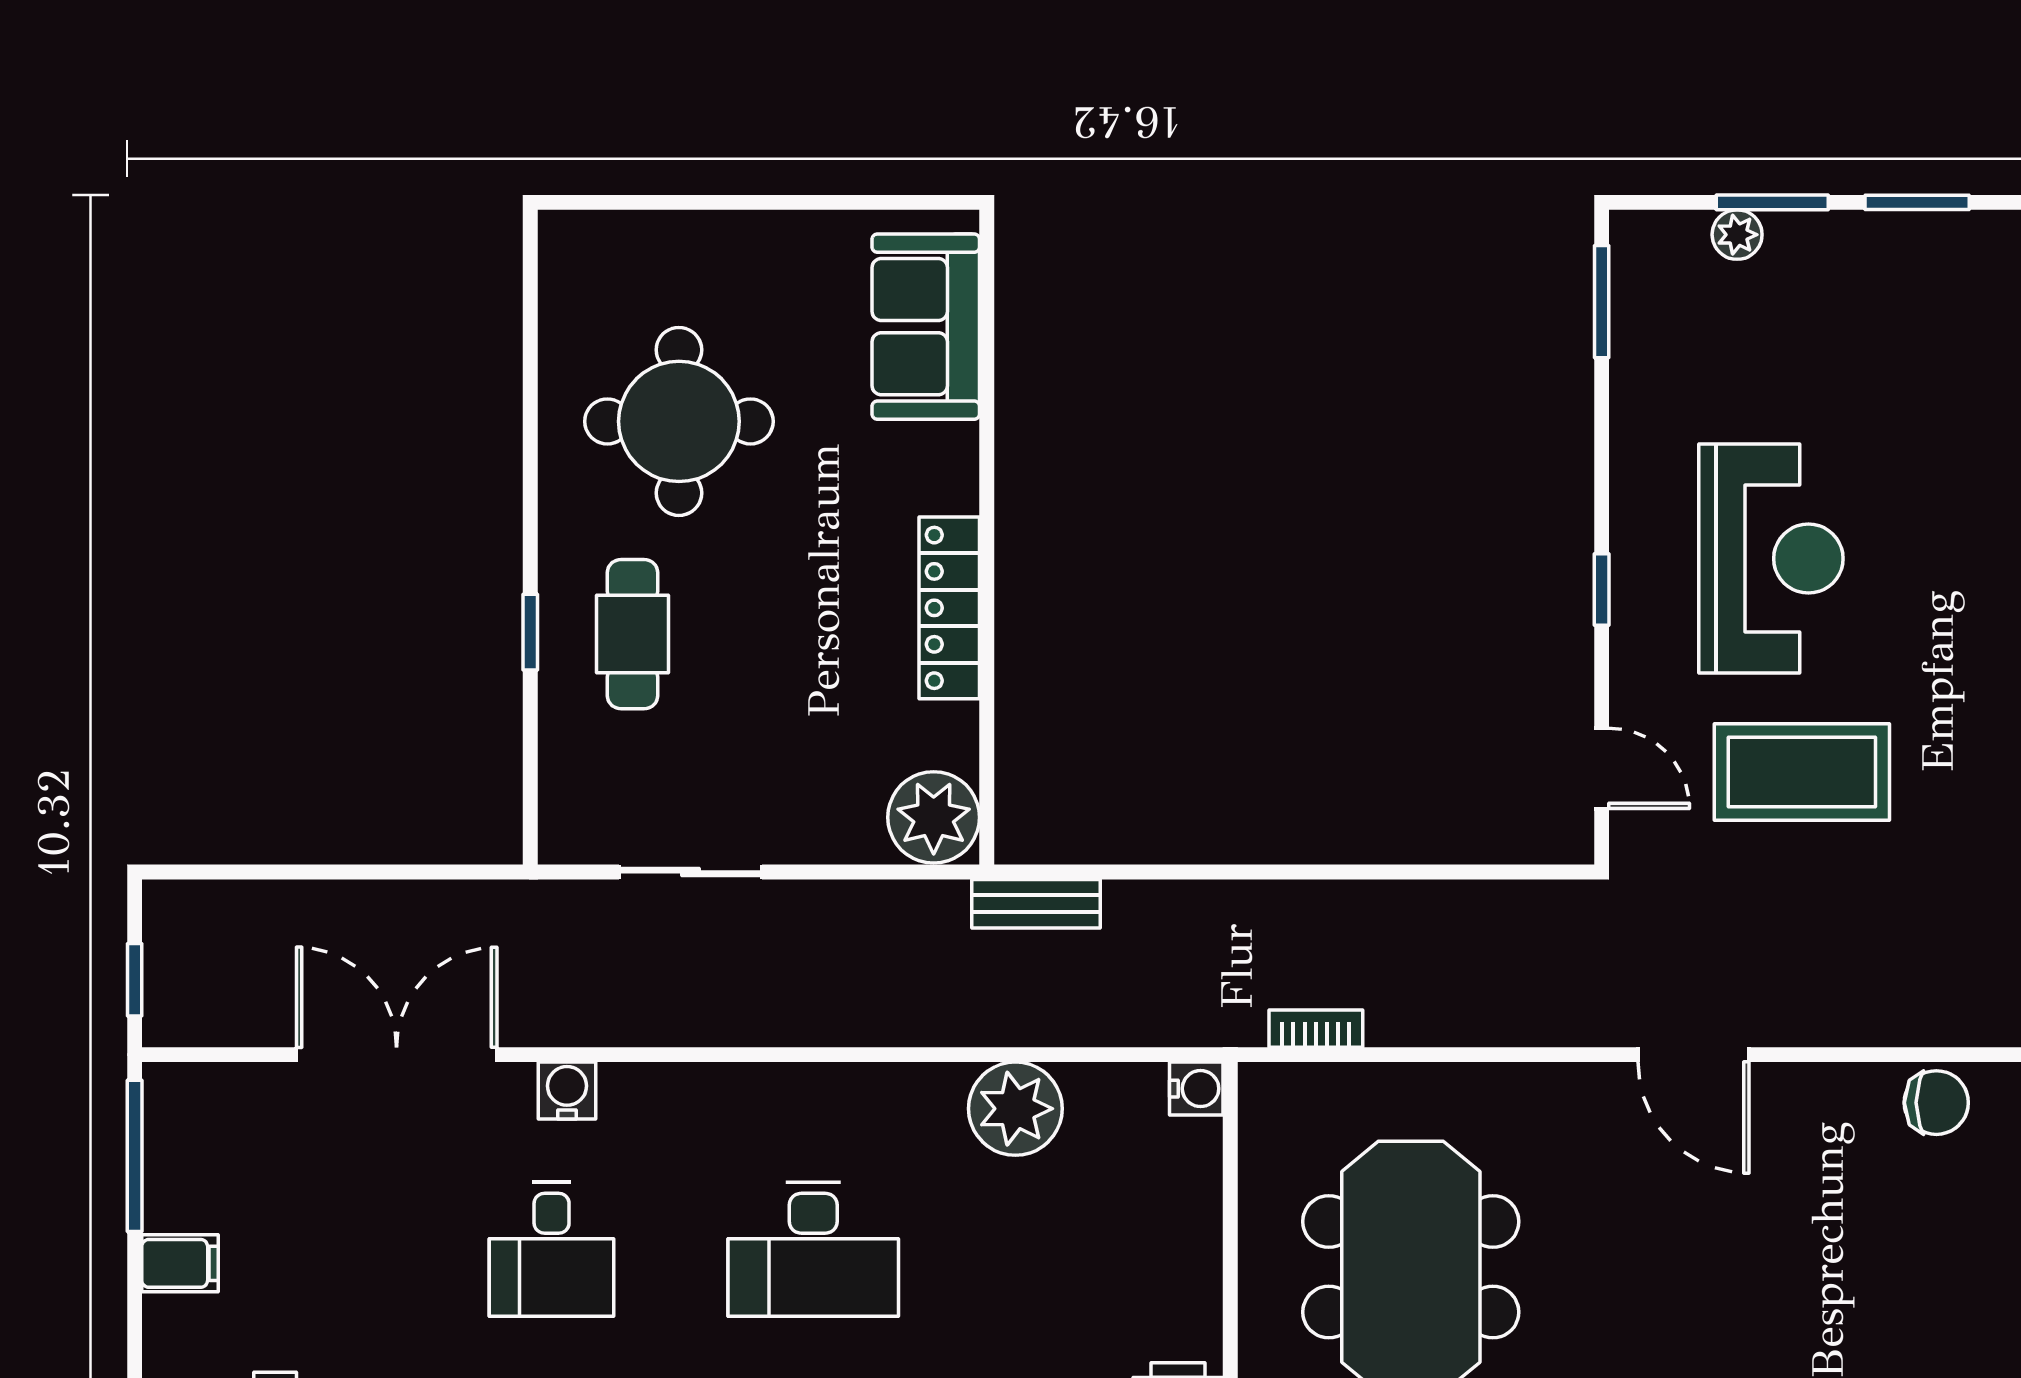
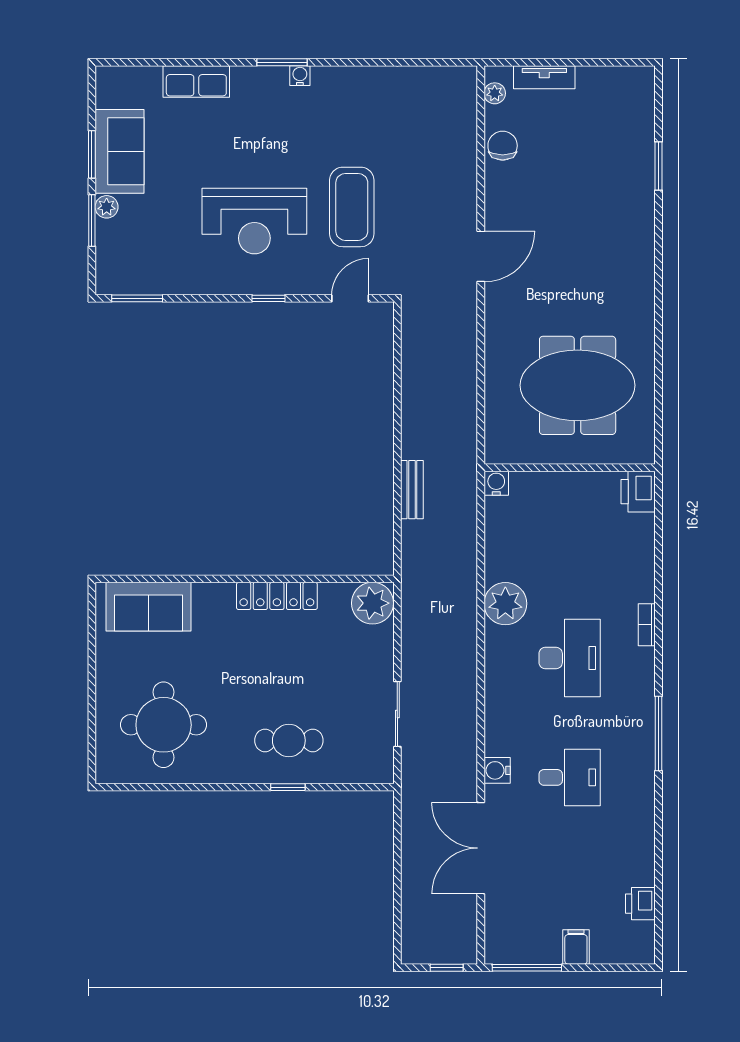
plant: (1737, 235) -> (107, 207), moved
sofa: (1924, 263) -> (120, 151), added
round table: (679, 421) -> (164, 725), moved
reception desk: (1771, 559) -> (254, 221), turned 180
bench: (1036, 904) -> (412, 490), moved
bookcase: (1316, 1029) -> (469, 429), removed
plant: (1015, 1109) -> (505, 604), moved

